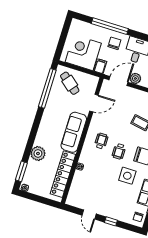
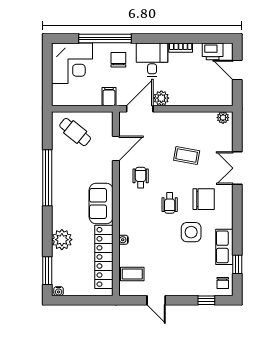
corner desk: (83, 53) -> (72, 63), moved, turned 180
window: (47, 88) -> (47, 178), moved
sofa: (74, 132) -> (101, 204), width x0.73
wheelchair: (101, 141) -> (141, 177), moved
coffee table: (79, 192) -> (132, 274), added
window: (111, 221) -> (206, 300), moved

